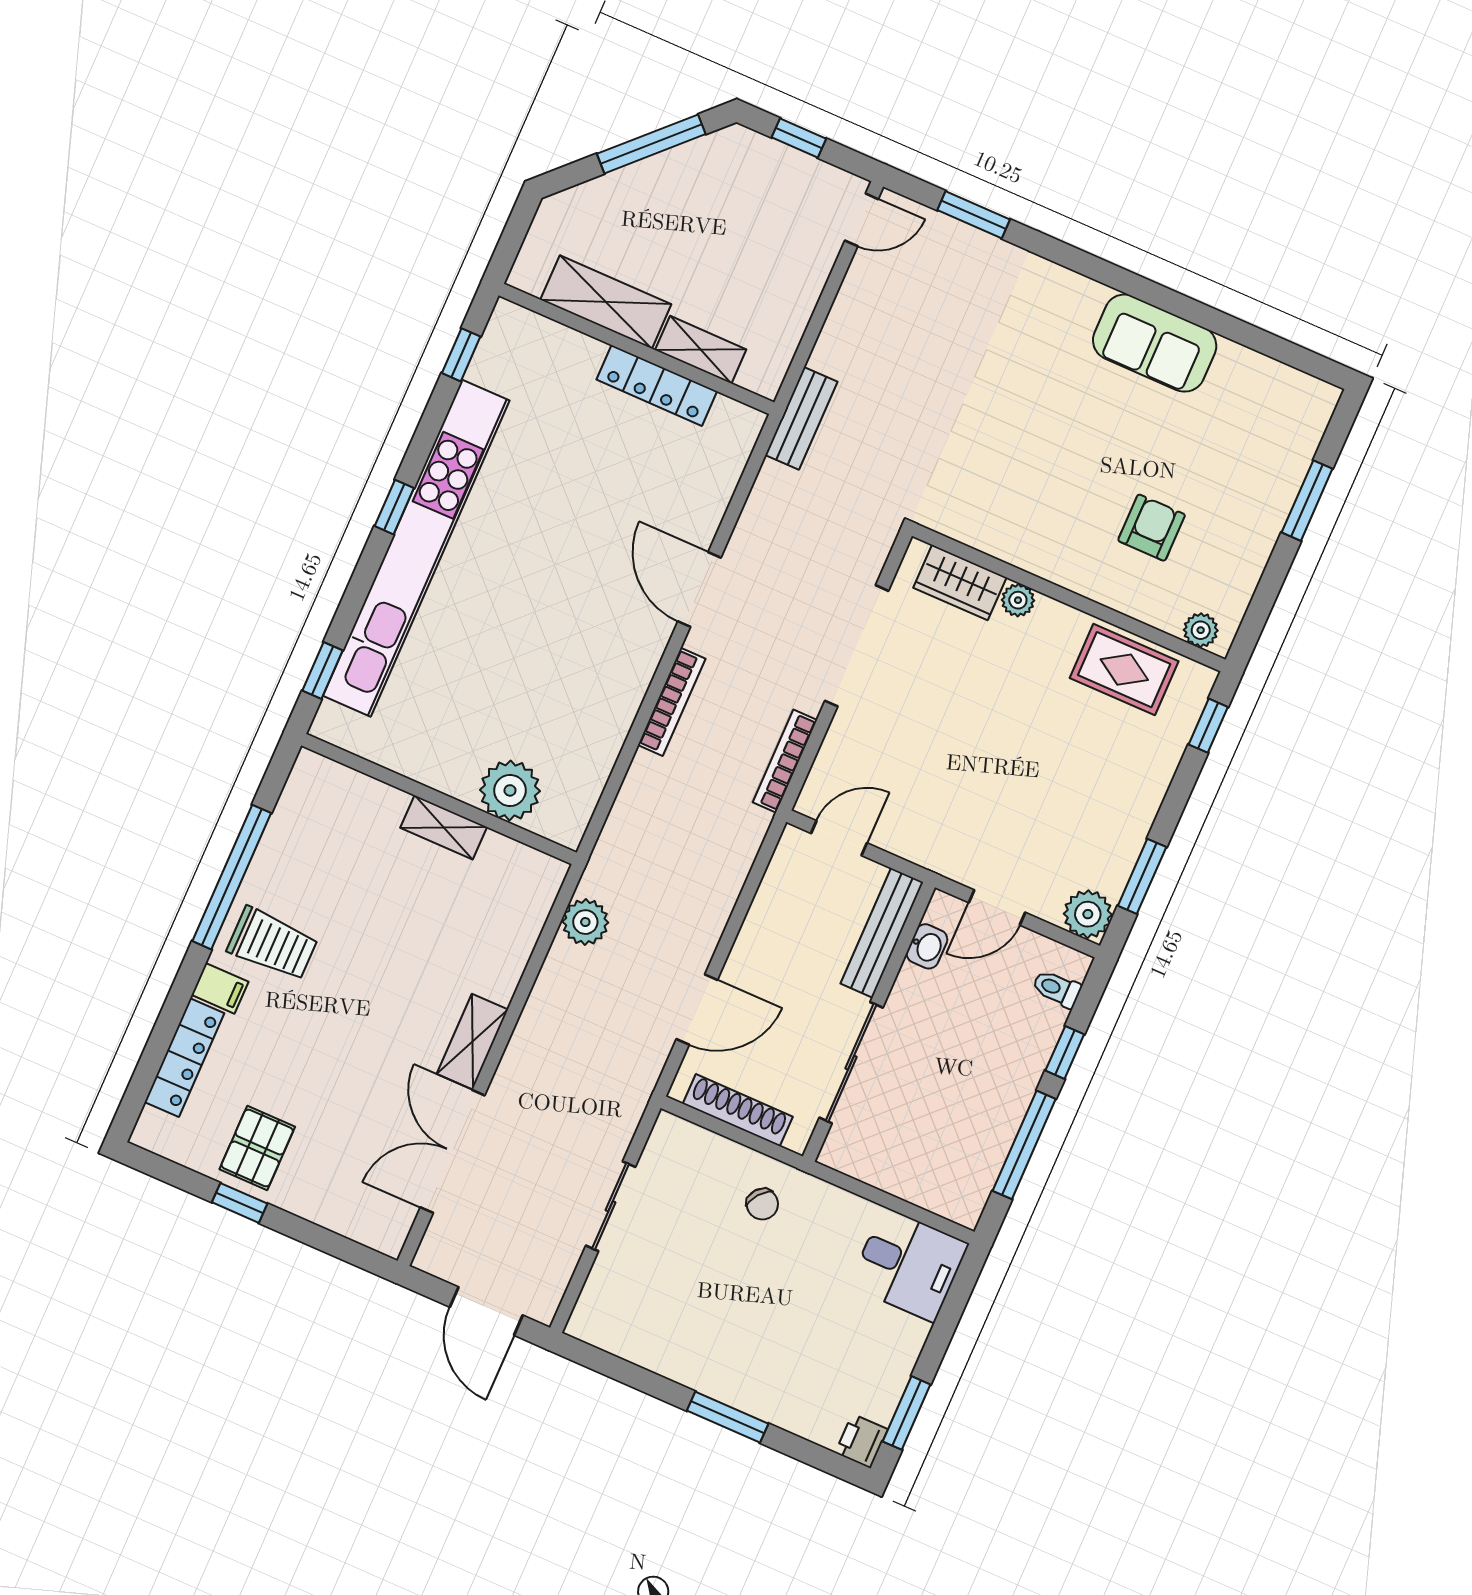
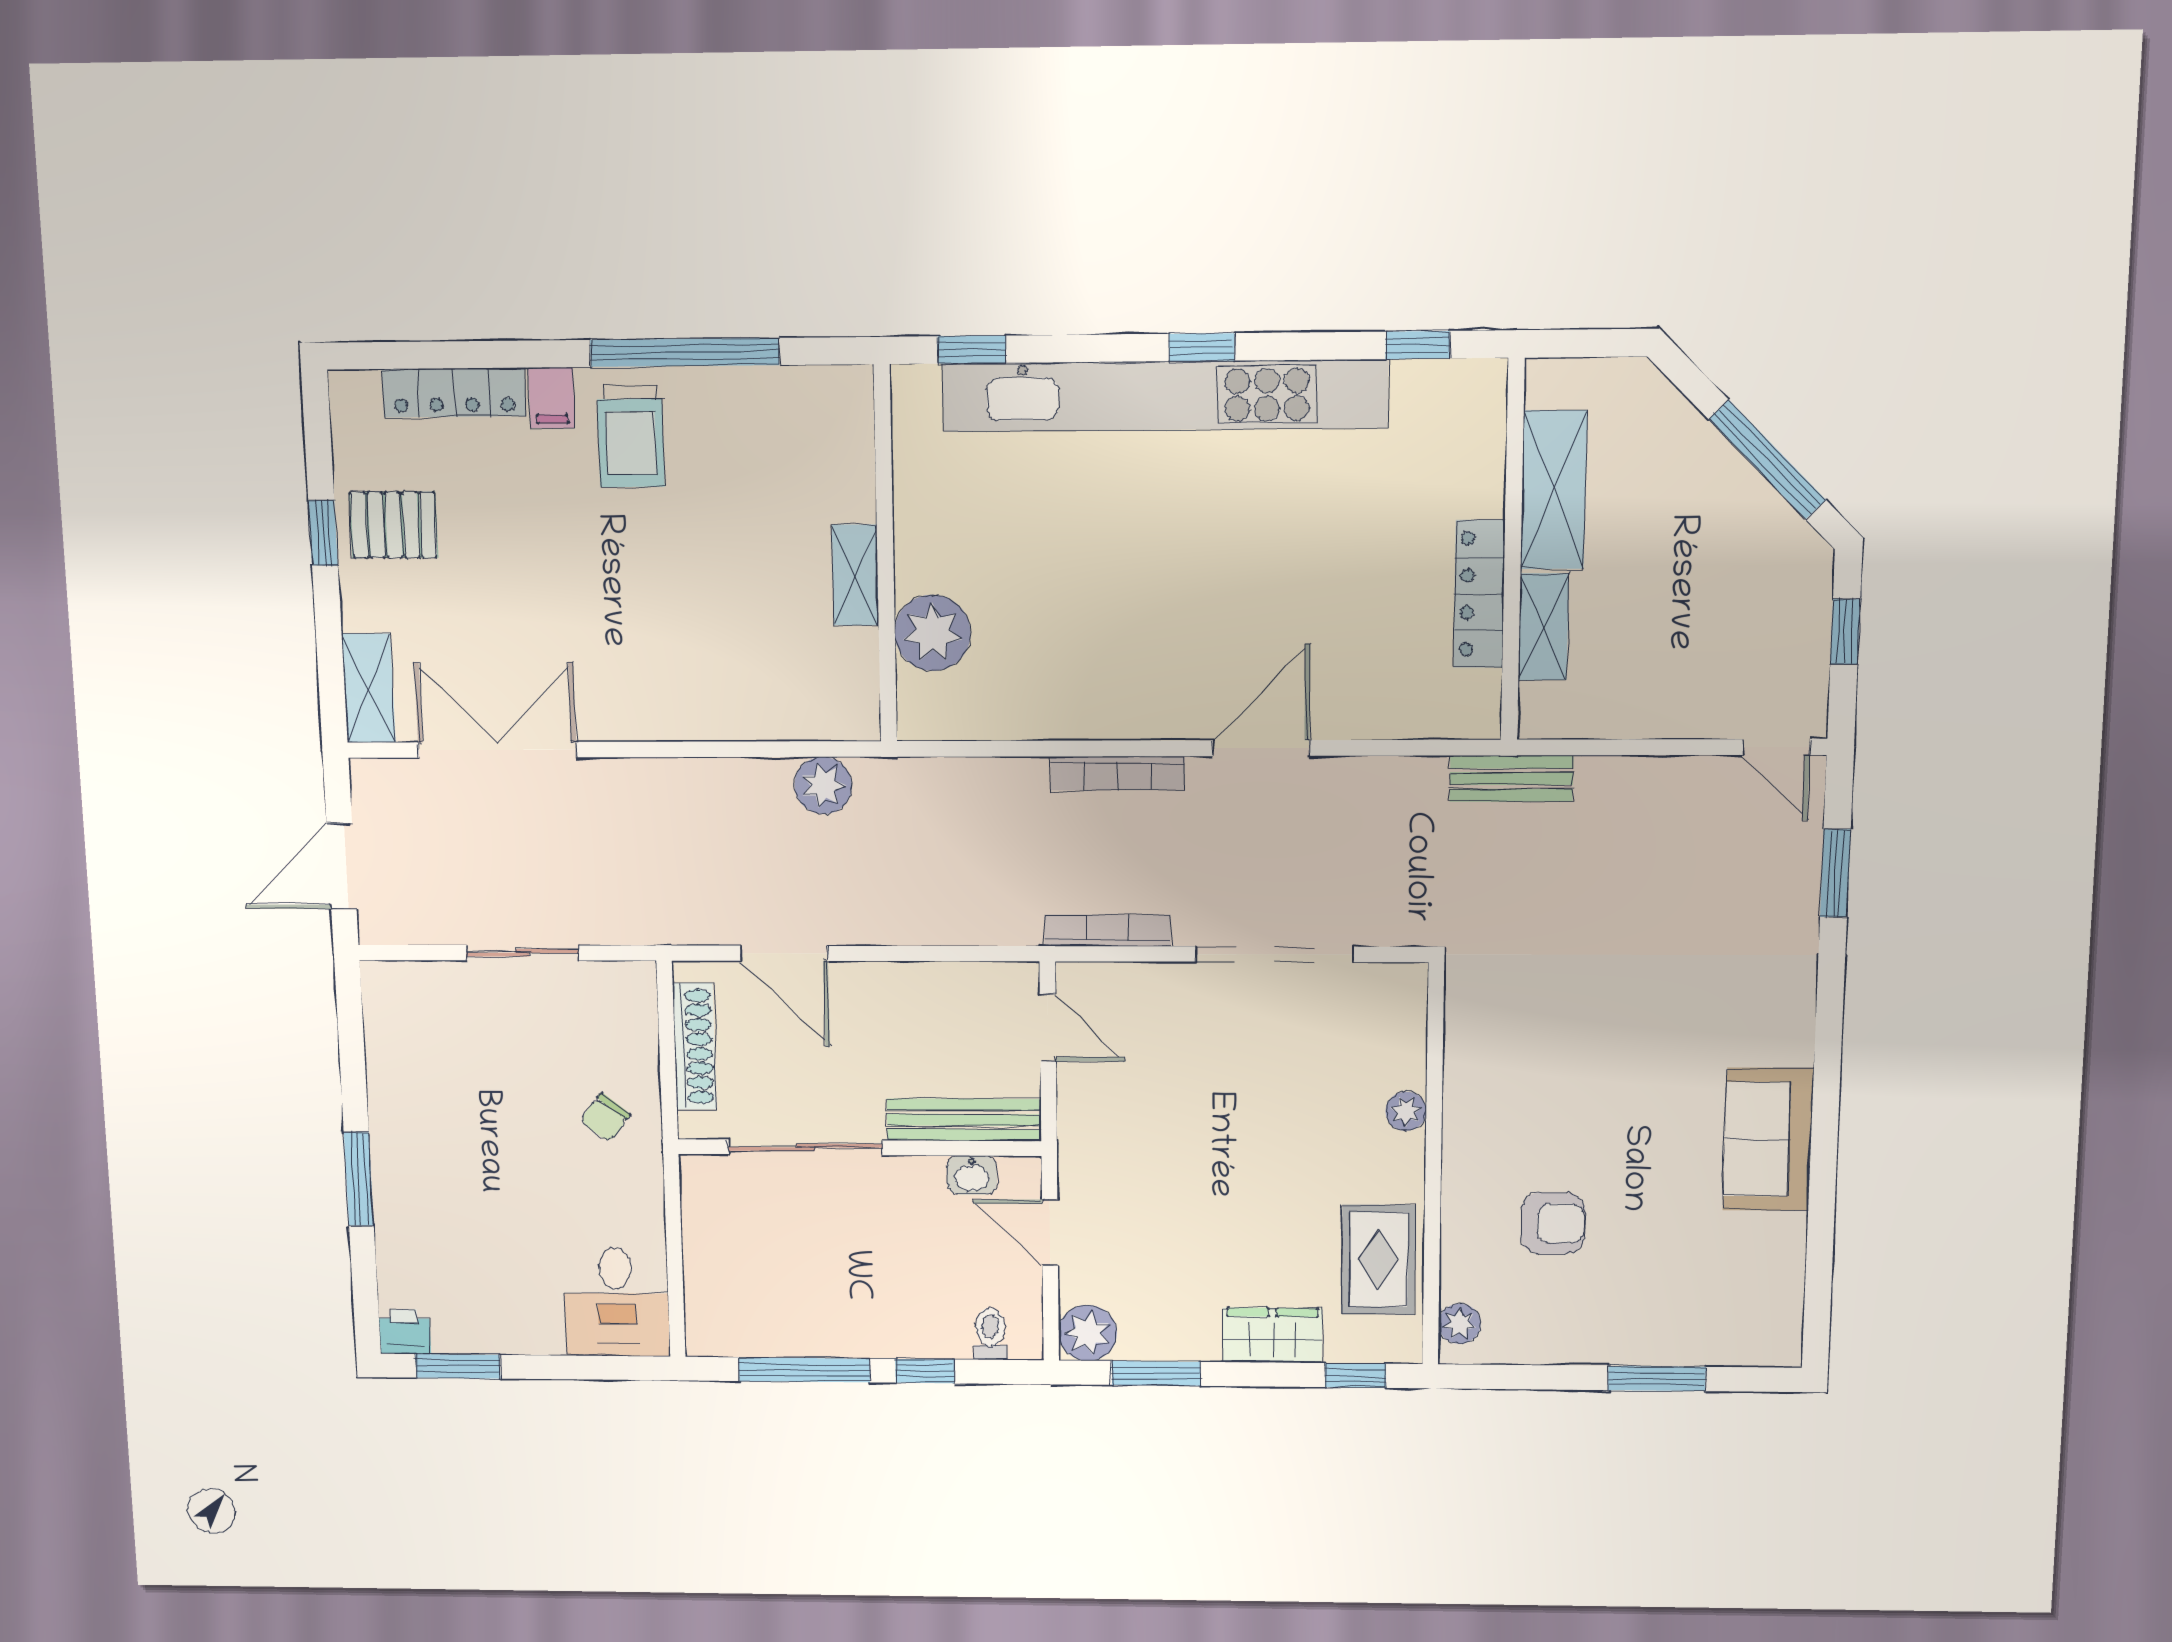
wardrobe: (960, 583) -> (1272, 1335), moved, turned 90
shelving: (472, 1042) -> (369, 688), moved, turned 90

